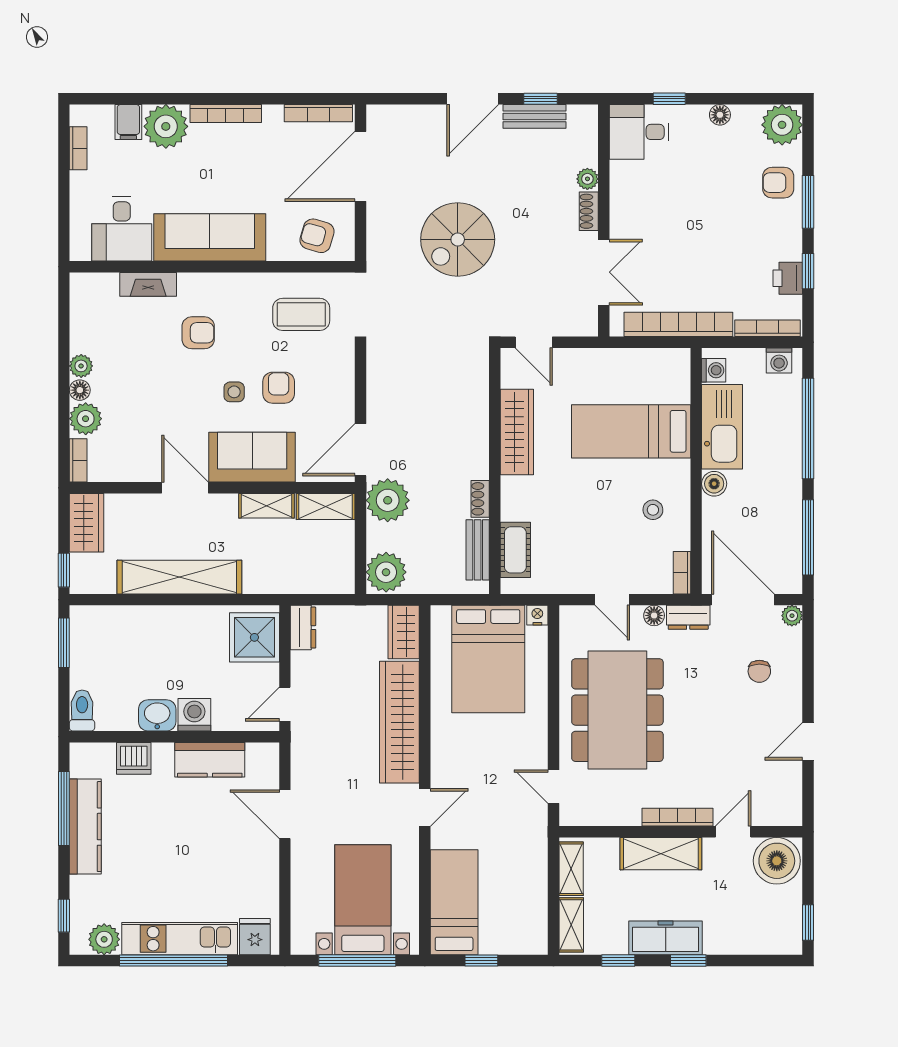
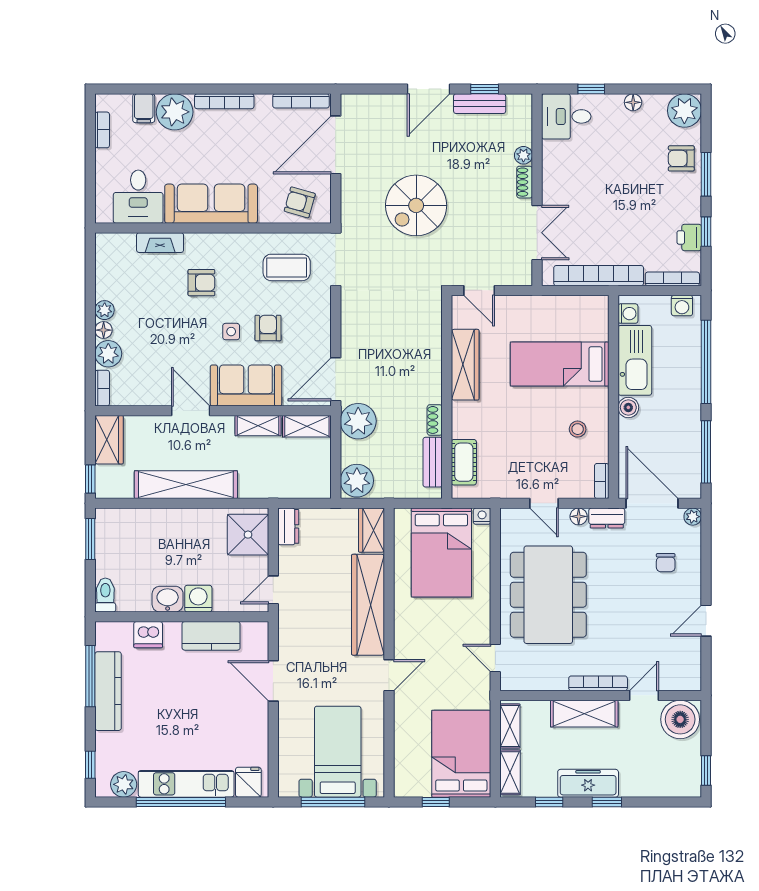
bed: (454, 902) -> (461, 754), moved, width x1.50

